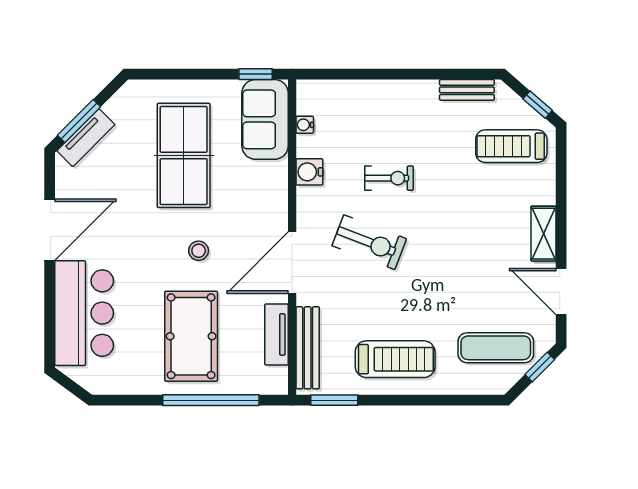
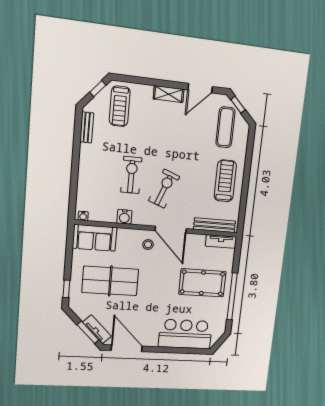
window: (256, 74) -> (66, 289), moved
water cooler: (305, 125) -> (83, 216), moved
exercise bike: (389, 178) -> (131, 175), width x1.38, depth x1.39
door: (50, 230) -> (127, 348), moved
stool: (199, 251) -> (148, 245), moved
tv unit: (276, 334) -> (221, 241), moved
window: (211, 400) -> (232, 297), moved
window: (334, 400) -> (242, 214), removed

